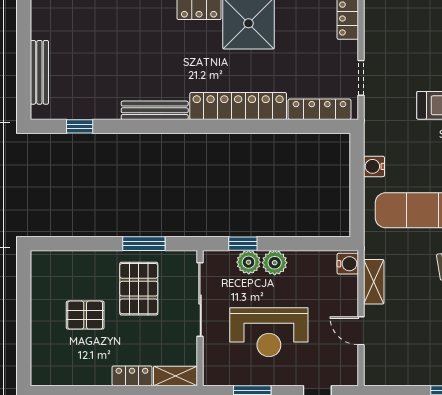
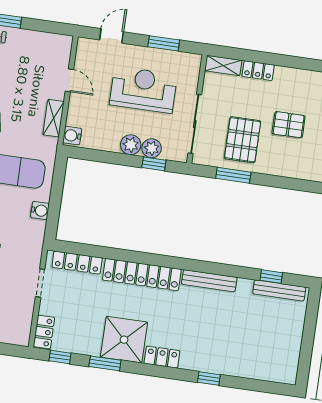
bench: (39, 72) -> (279, 290), moved, turned 90

